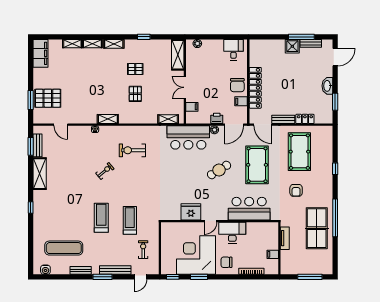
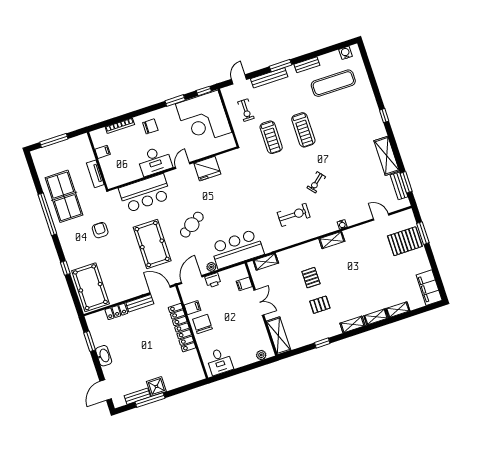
pool table: (299, 152) -> (90, 287), moved
corner desk: (196, 255) -> (204, 118), moved, turned 90

